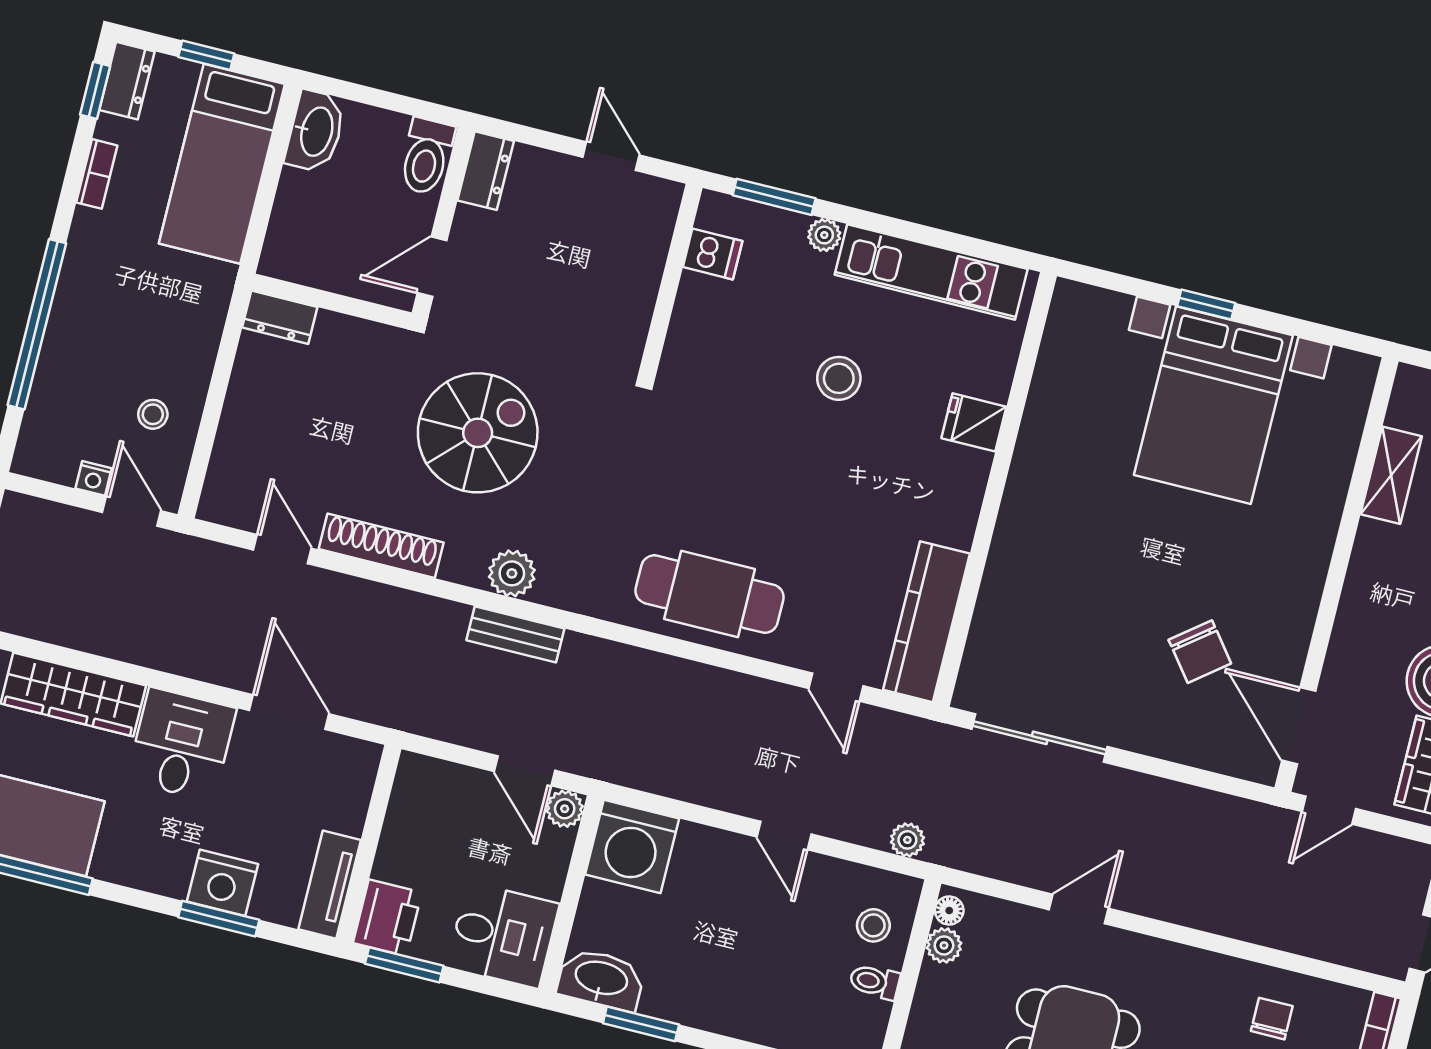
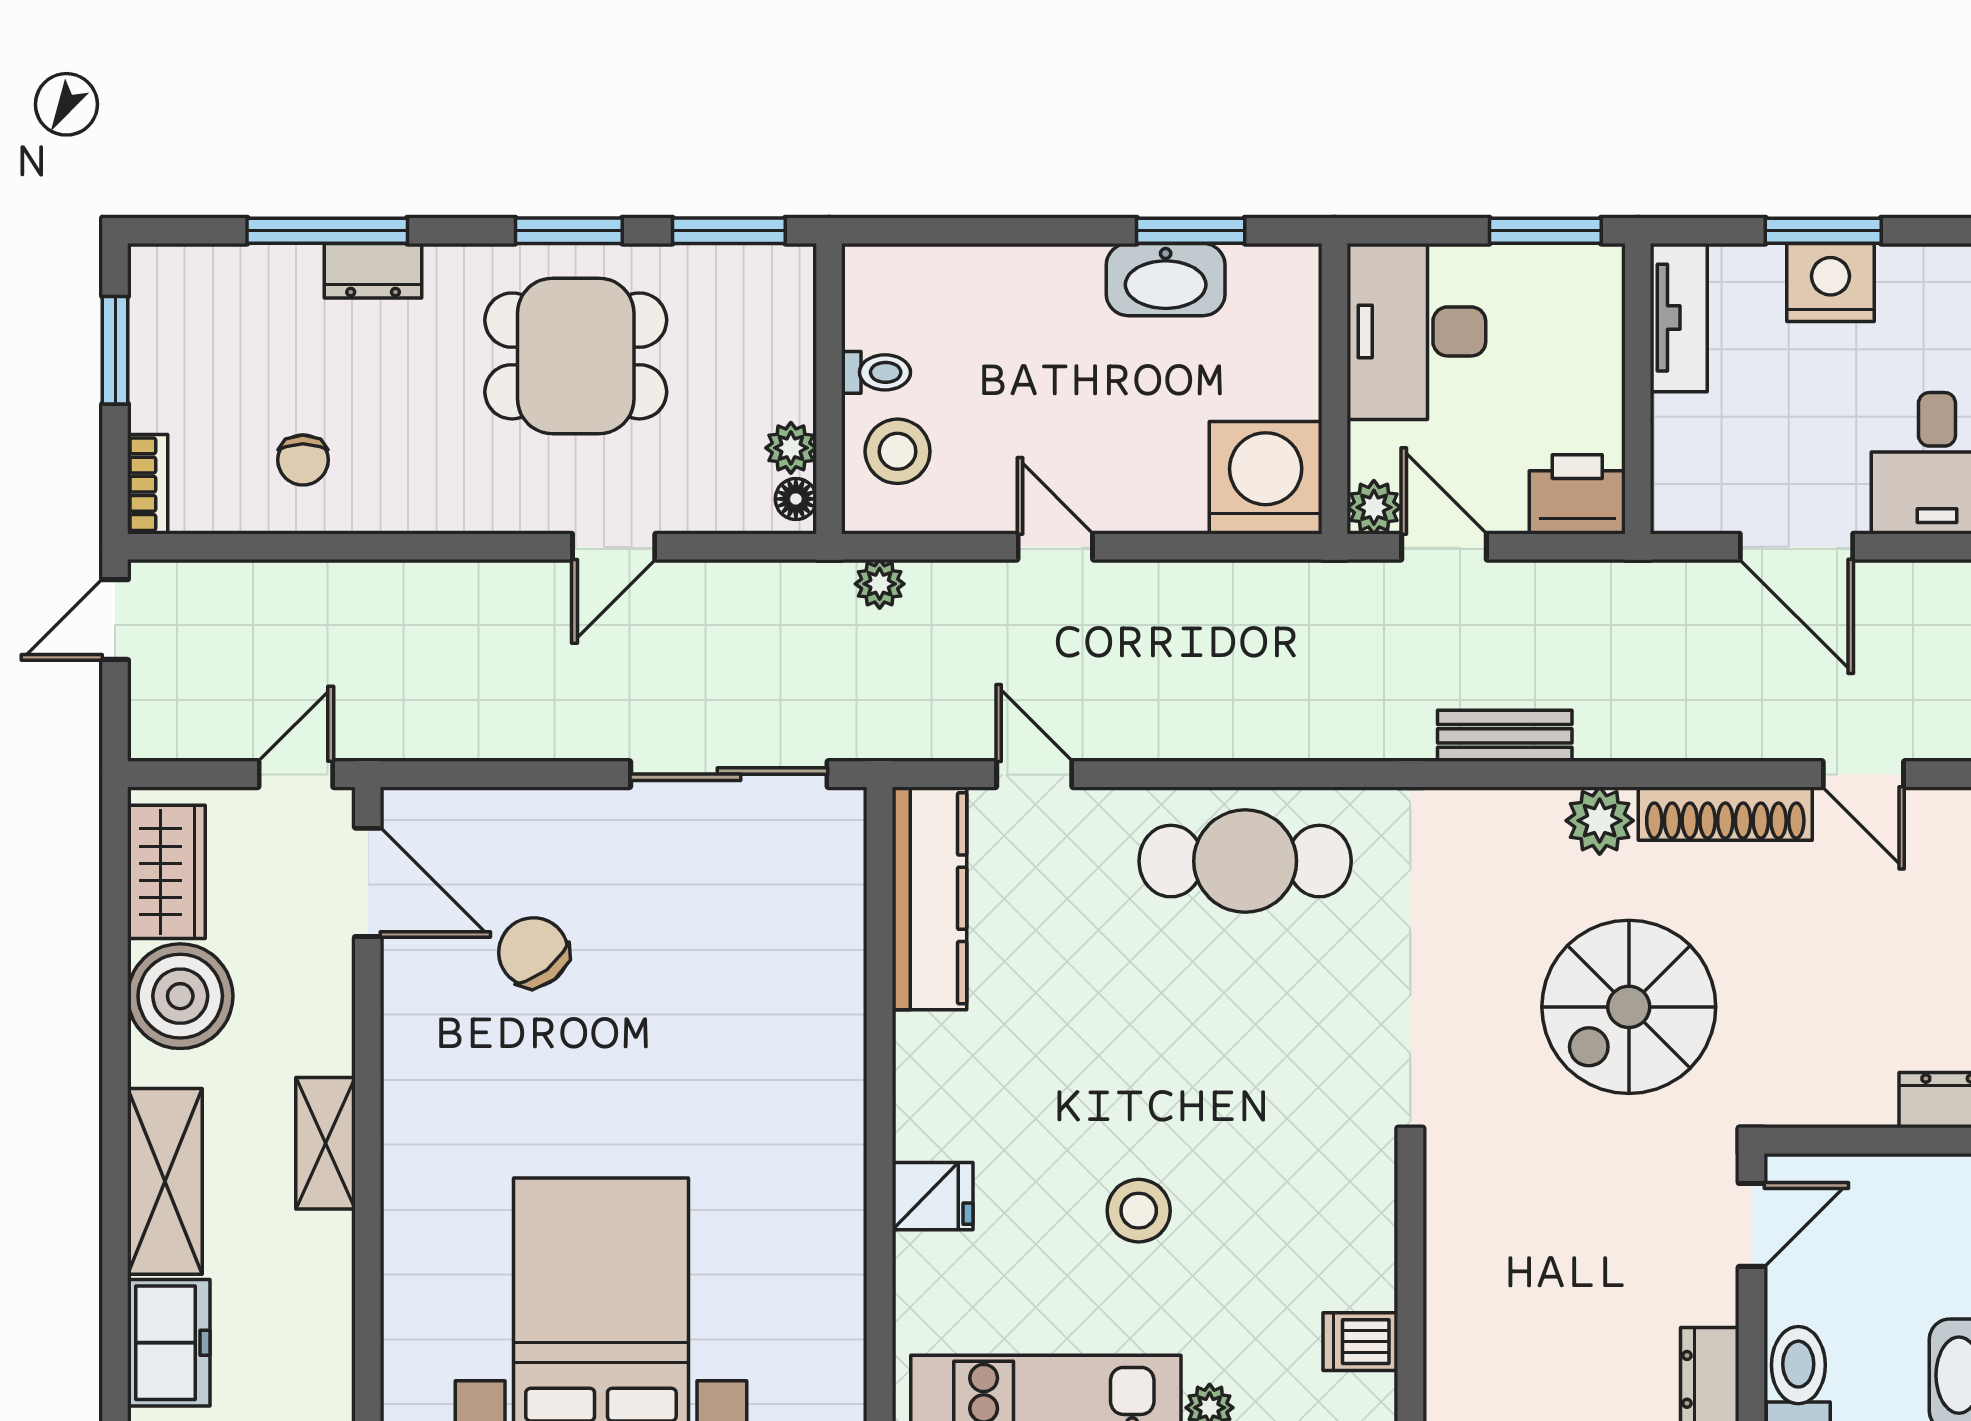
shelving: (1391, 475) -> (326, 1143), moved
plant: (512, 573) -> (1600, 821), moved
printer: (387, 918) -> (1577, 494), moved, turned 90
stool: (873, 925) -> (898, 451), width x1.37, depth x1.37
desk: (503, 935) -> (1416, 331), width x1.37
washbasin: (601, 979) -> (1166, 280), moved

